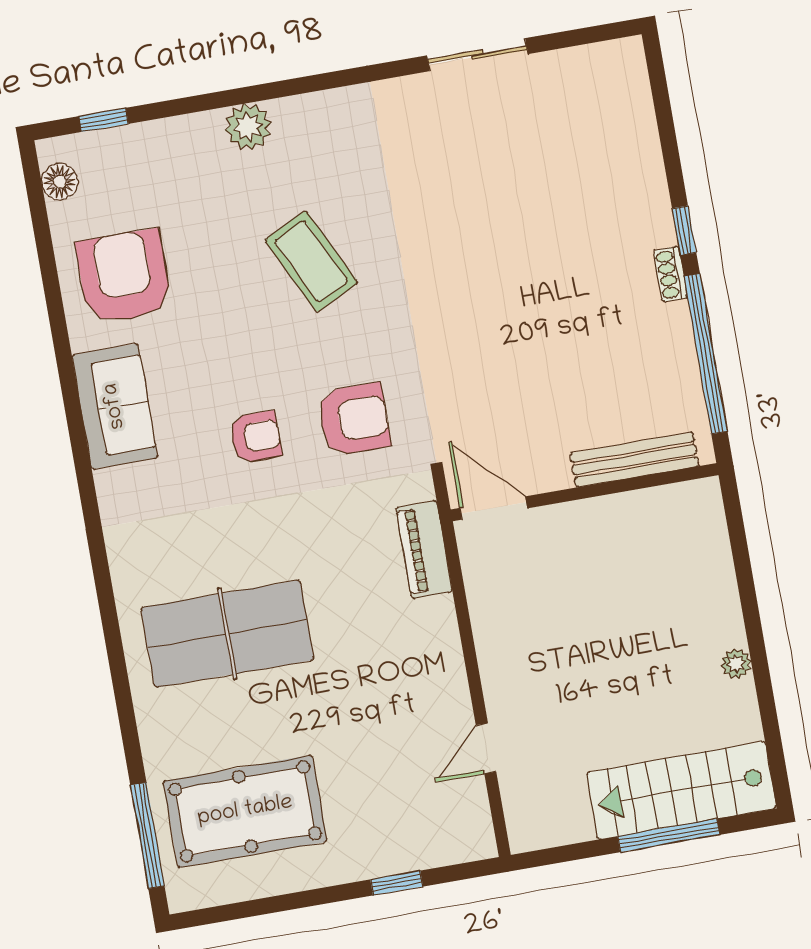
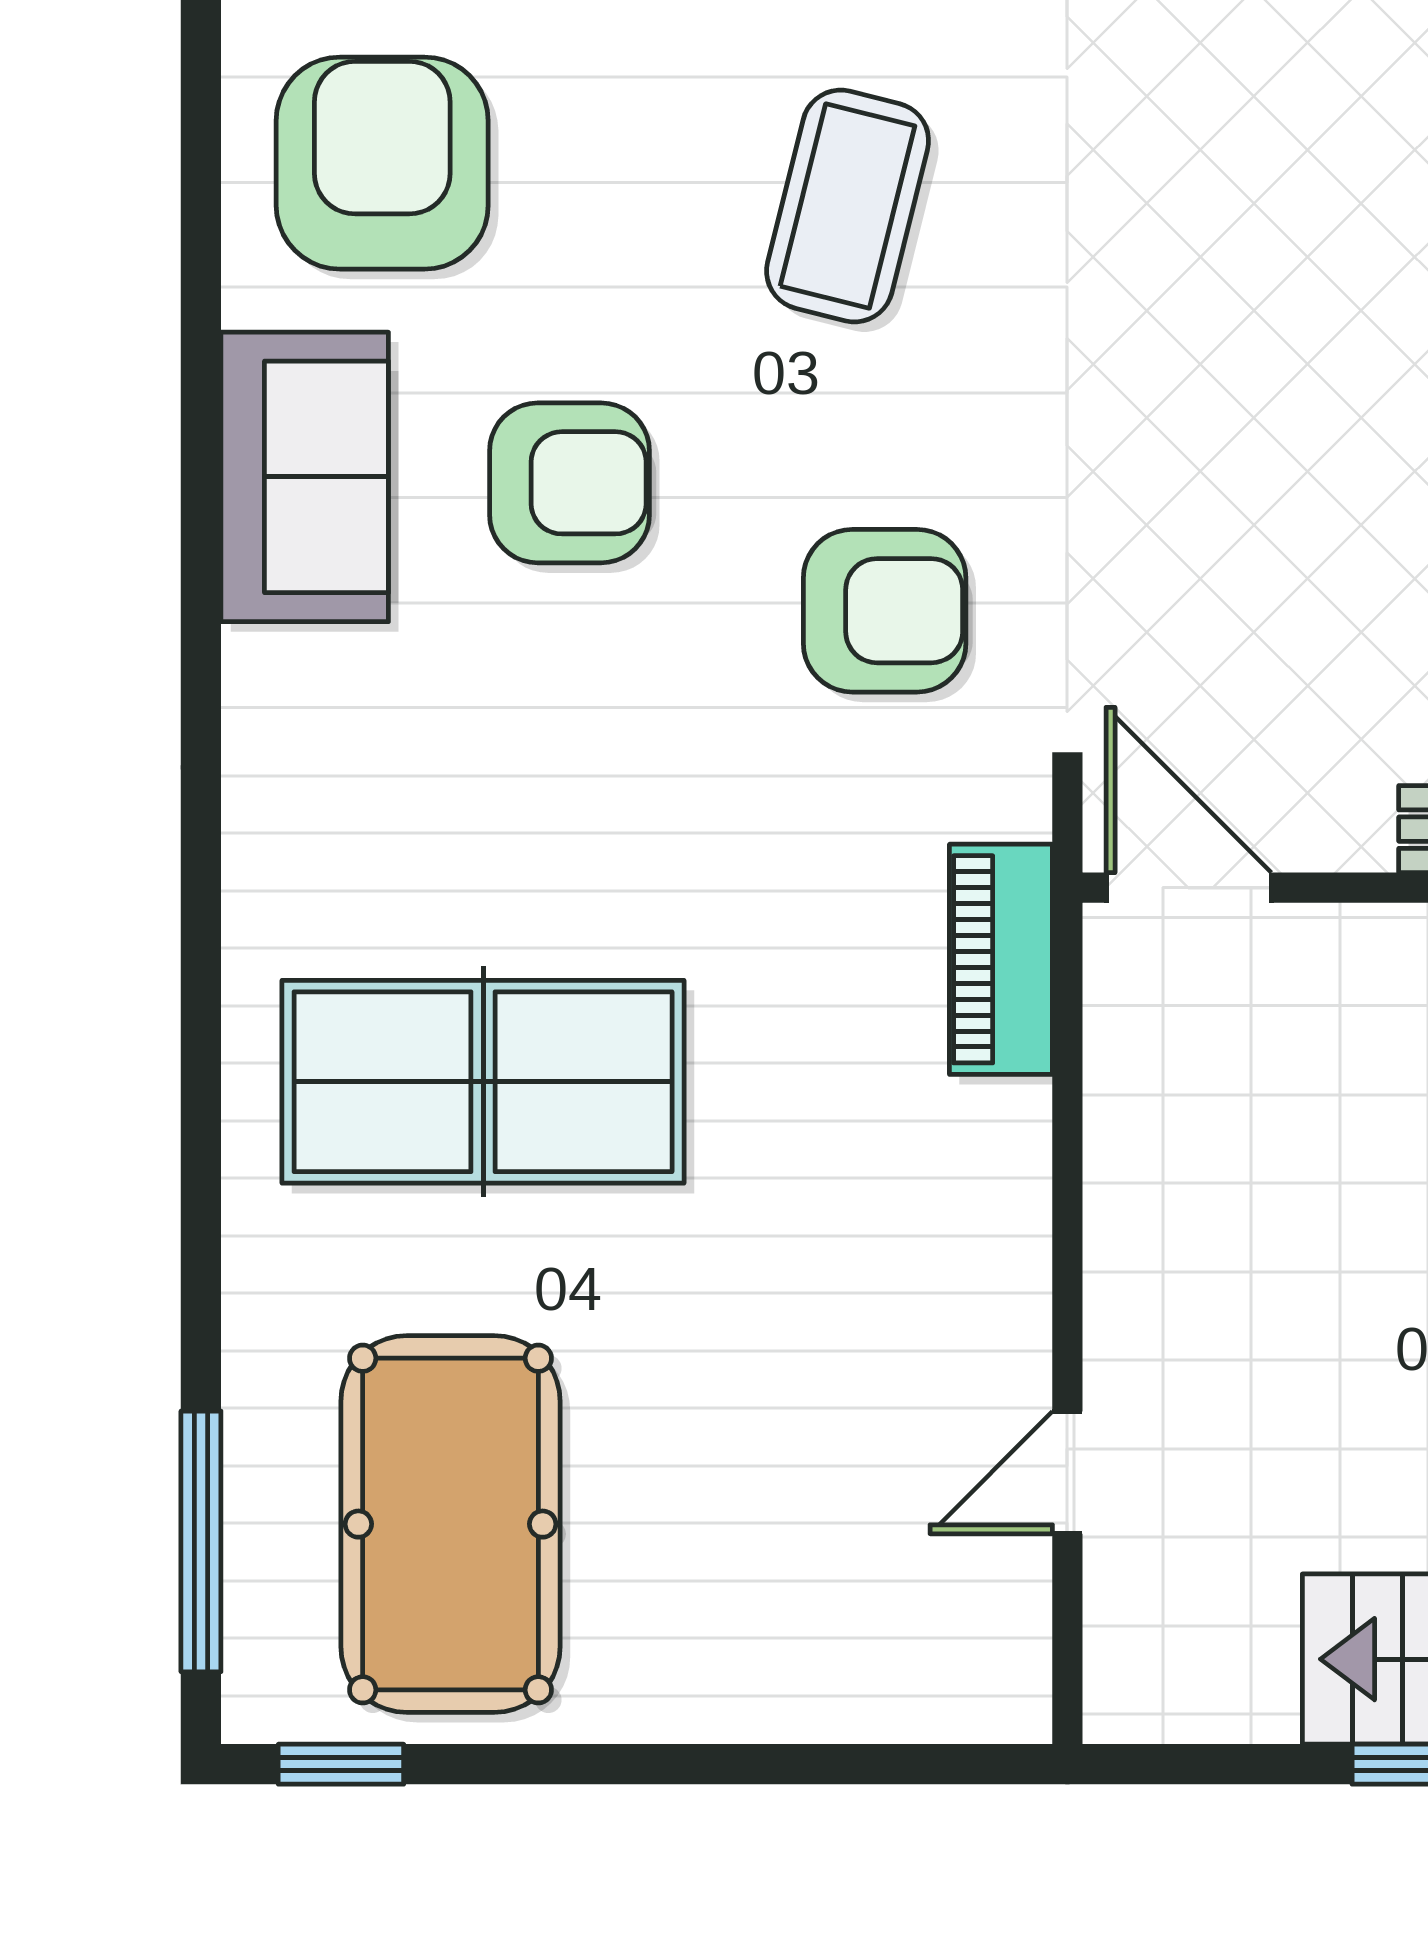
coffee table: (311, 261) -> (848, 206), turned 40
armchair: (256, 437) -> (569, 483), moved, width x1.38, depth x1.38
pool table: (245, 811) -> (451, 1524), turned 90
window: (397, 883) -> (341, 1764), moved

